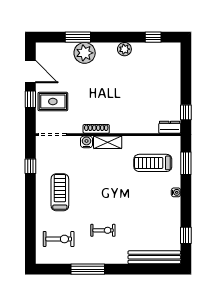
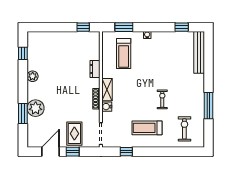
dresser: (170, 127) -> (95, 69), moved
exercise bike: (103, 230) -> (162, 99), moved

